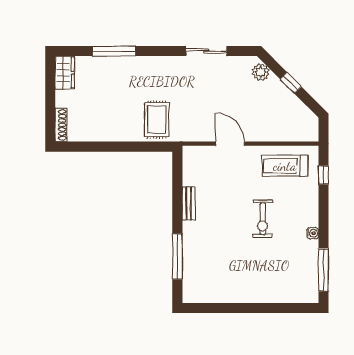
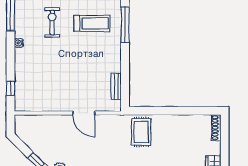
treadmill: (285, 166) -> (92, 23), moved
bench: (189, 204) -> (116, 86), moved
exercise bike: (263, 219) -> (52, 23), moved

